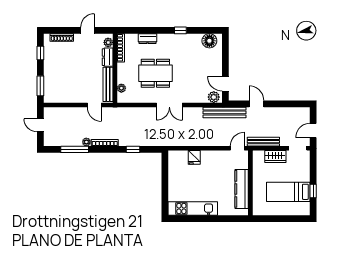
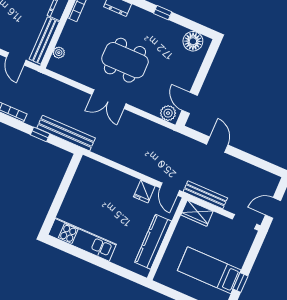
dining table: (155, 73) -> (125, 60), moved
bench: (225, 112) -> (66, 133), moved
door: (237, 148) -> (170, 189), swing flipped
fridge: (194, 157) -> (144, 191), moved
wardrobe: (275, 157) -> (197, 213), moved

